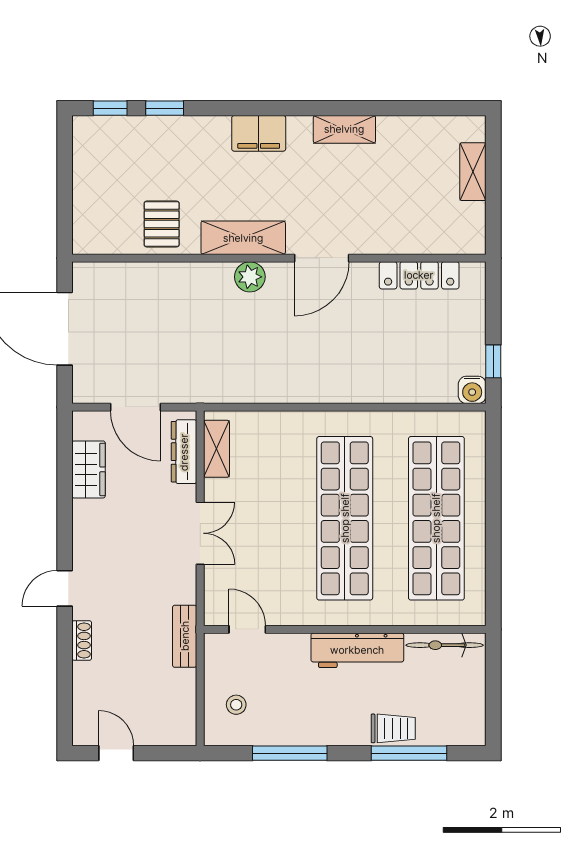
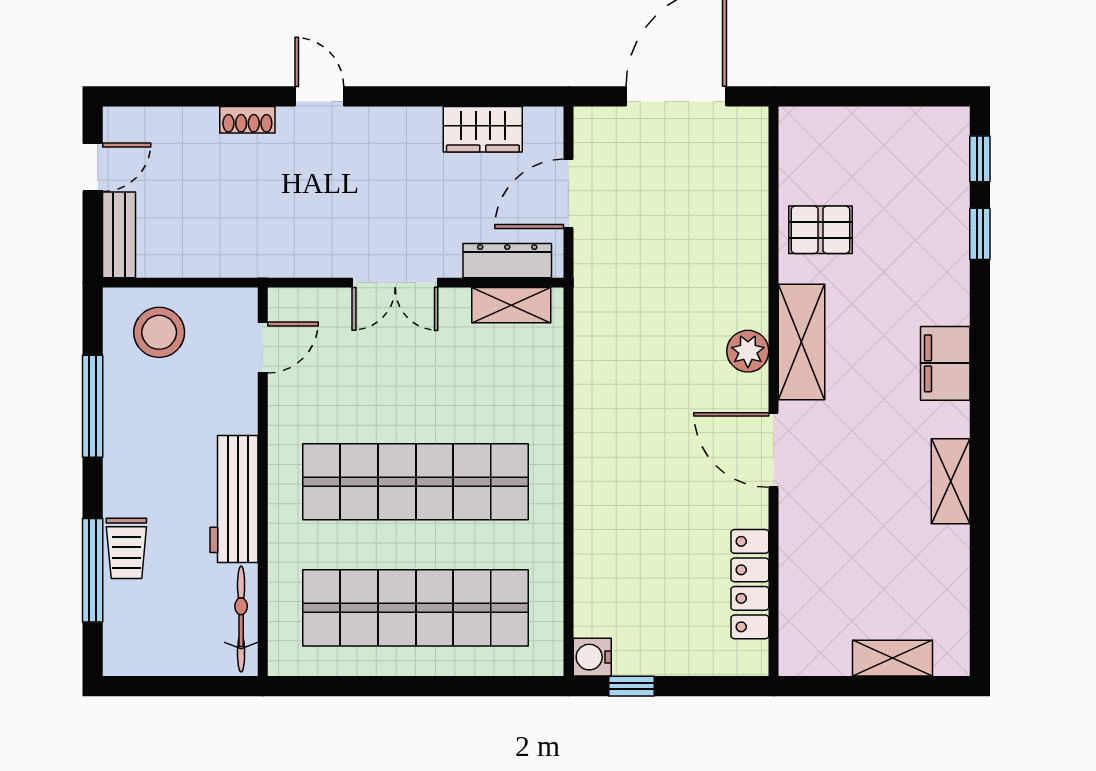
bench: (185, 636) -> (119, 235), moved, turned 90
stool: (236, 705) -> (159, 332), width x1.89, depth x1.89

